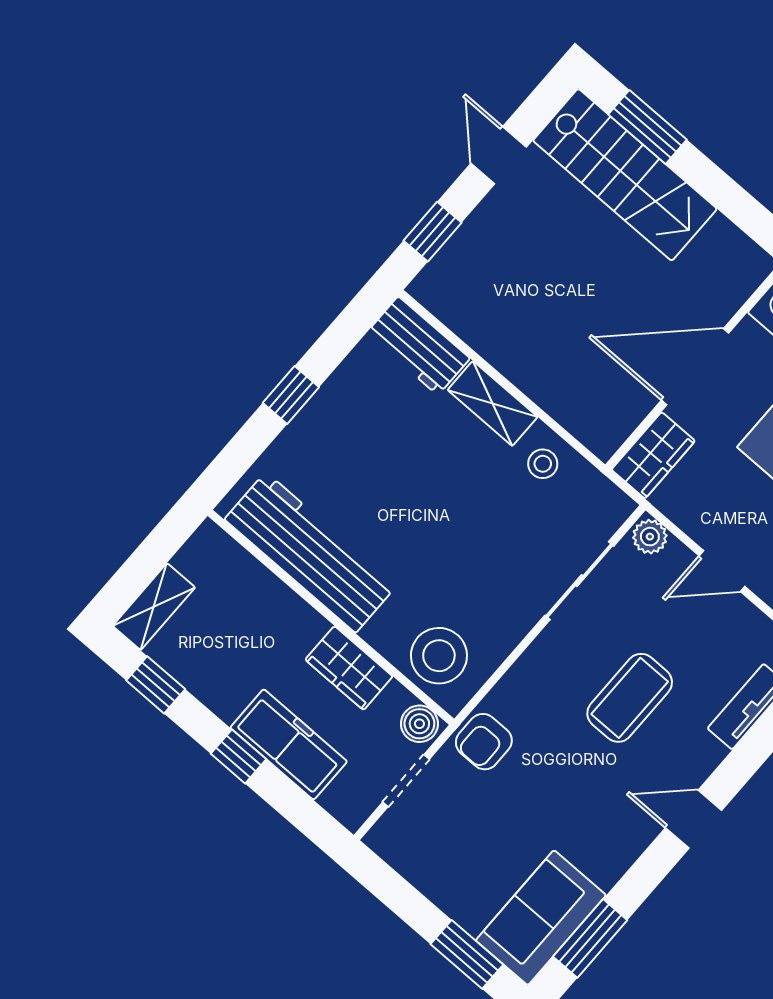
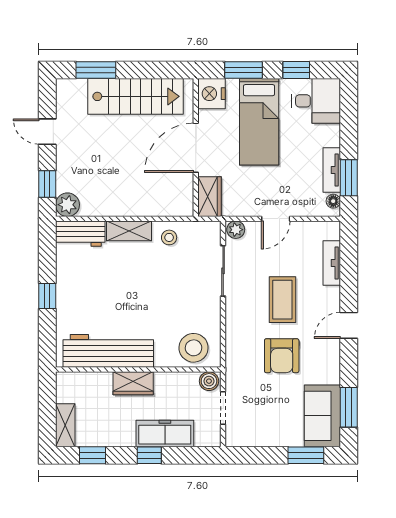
stairs: (625, 175) -> (135, 96), moved
plant: (436, 287) -> (67, 205), added
wardrobe: (349, 668) -> (133, 383), moved
armchair: (484, 742) -> (282, 356), moved, width x1.38, depth x1.38

